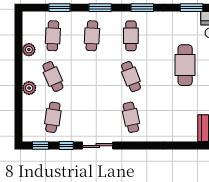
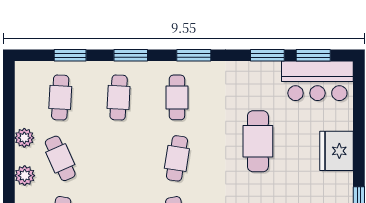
plant: (29, 50) -> (24, 138), moved
cafe table: (131, 77) -> (177, 158), turned 30

